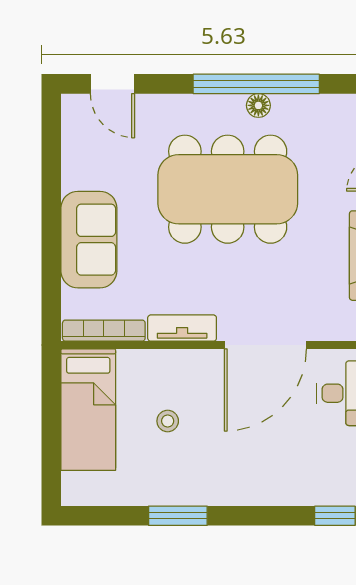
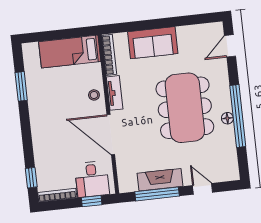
stool: (168, 421) -> (94, 95), moved
window: (178, 516) -> (21, 86), moved

